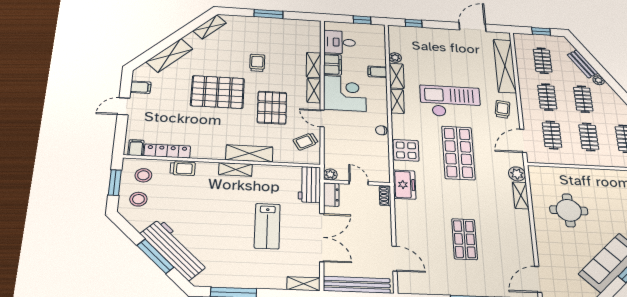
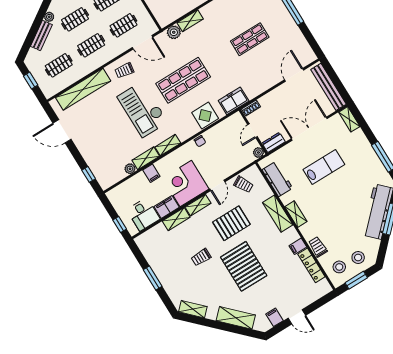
window: (362, 20) -> (120, 224), moved
filing cabinet: (136, 148) -> (298, 246), moved
workbench: (309, 184) -> (277, 179), moved, turned -90

